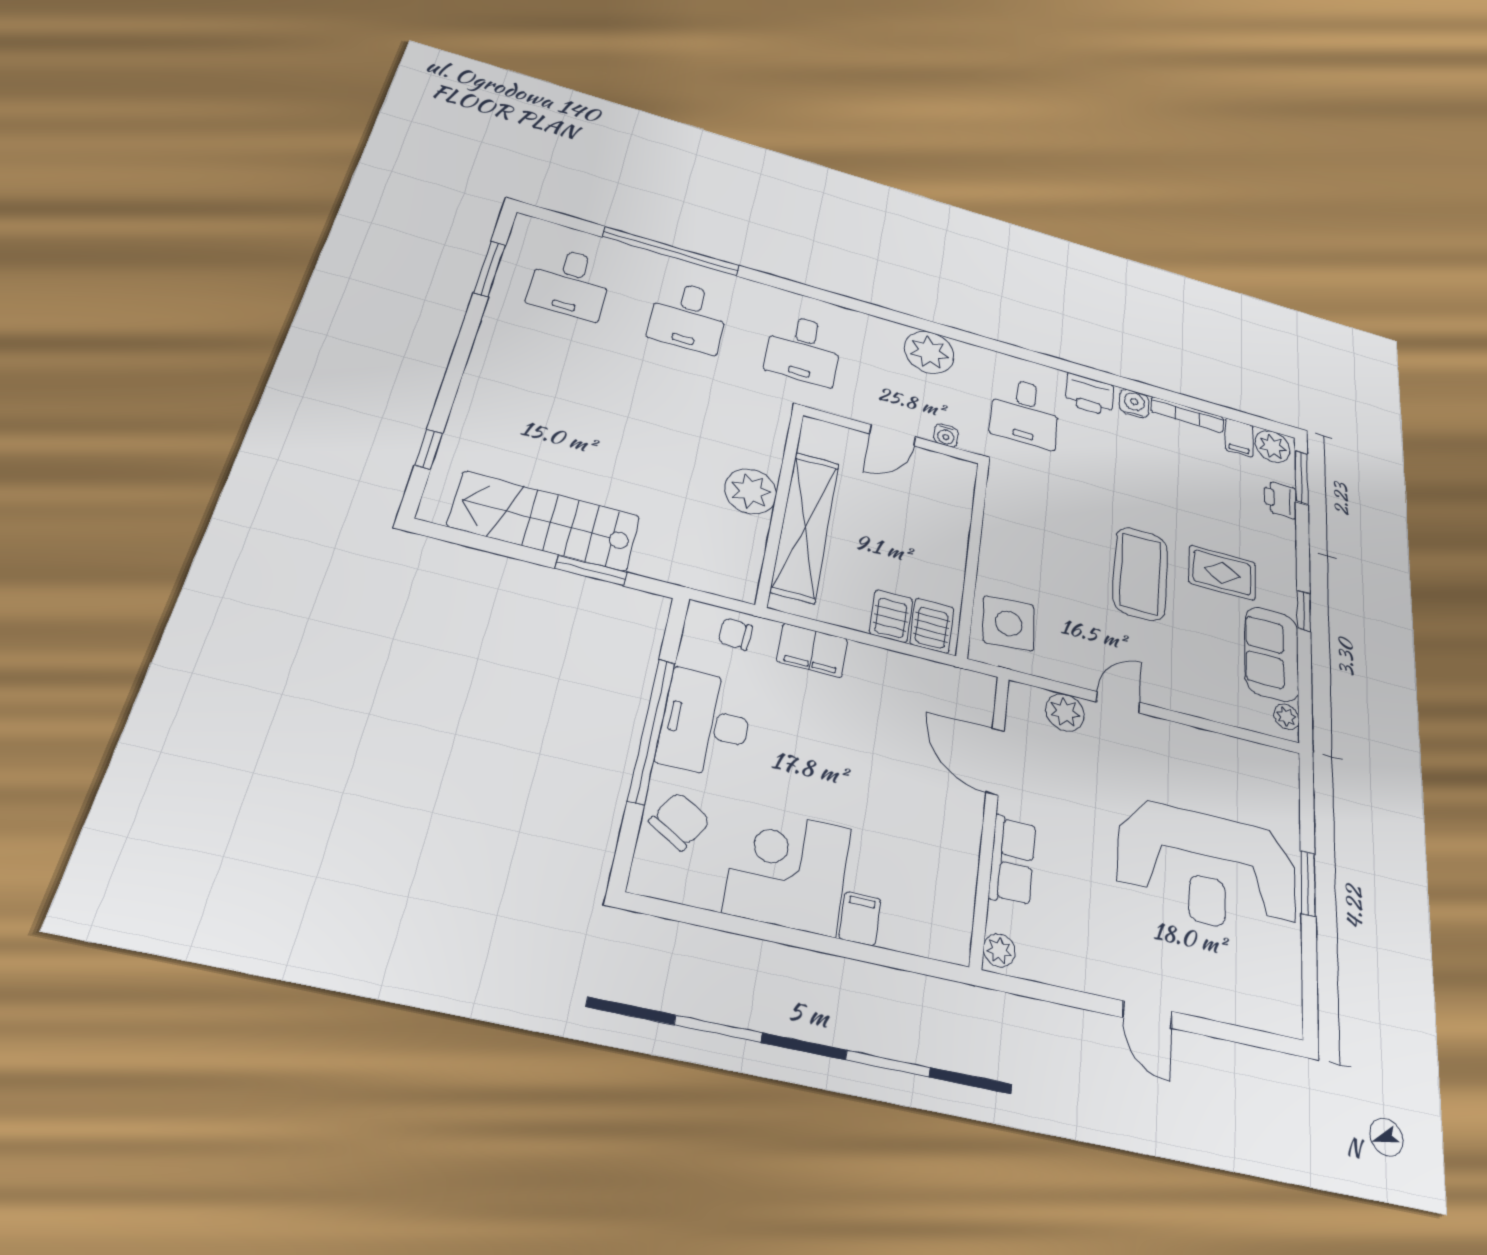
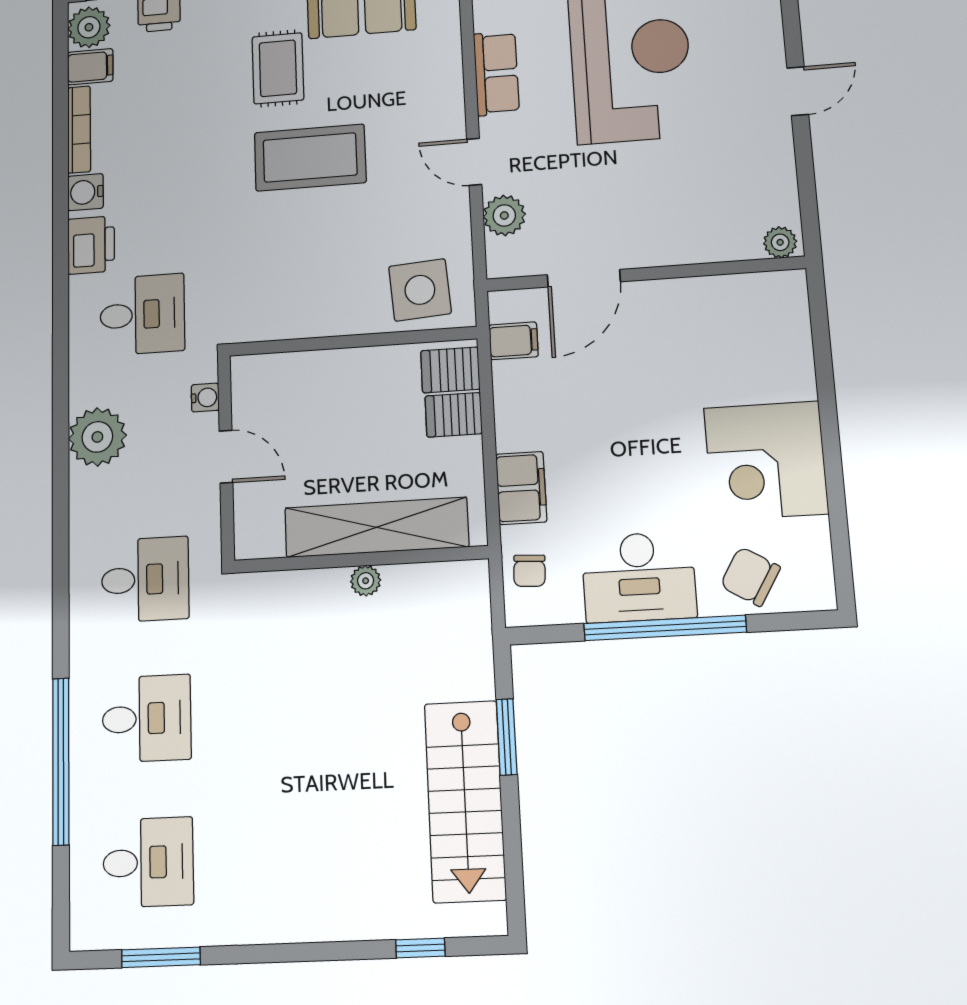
plant: (751, 491) -> (366, 581), width x0.53, depth x0.53
row of seats: (1012, 860) -> (496, 73), moved, turned 90
filing cabinet: (860, 919) -> (514, 341), moved, turned 180

